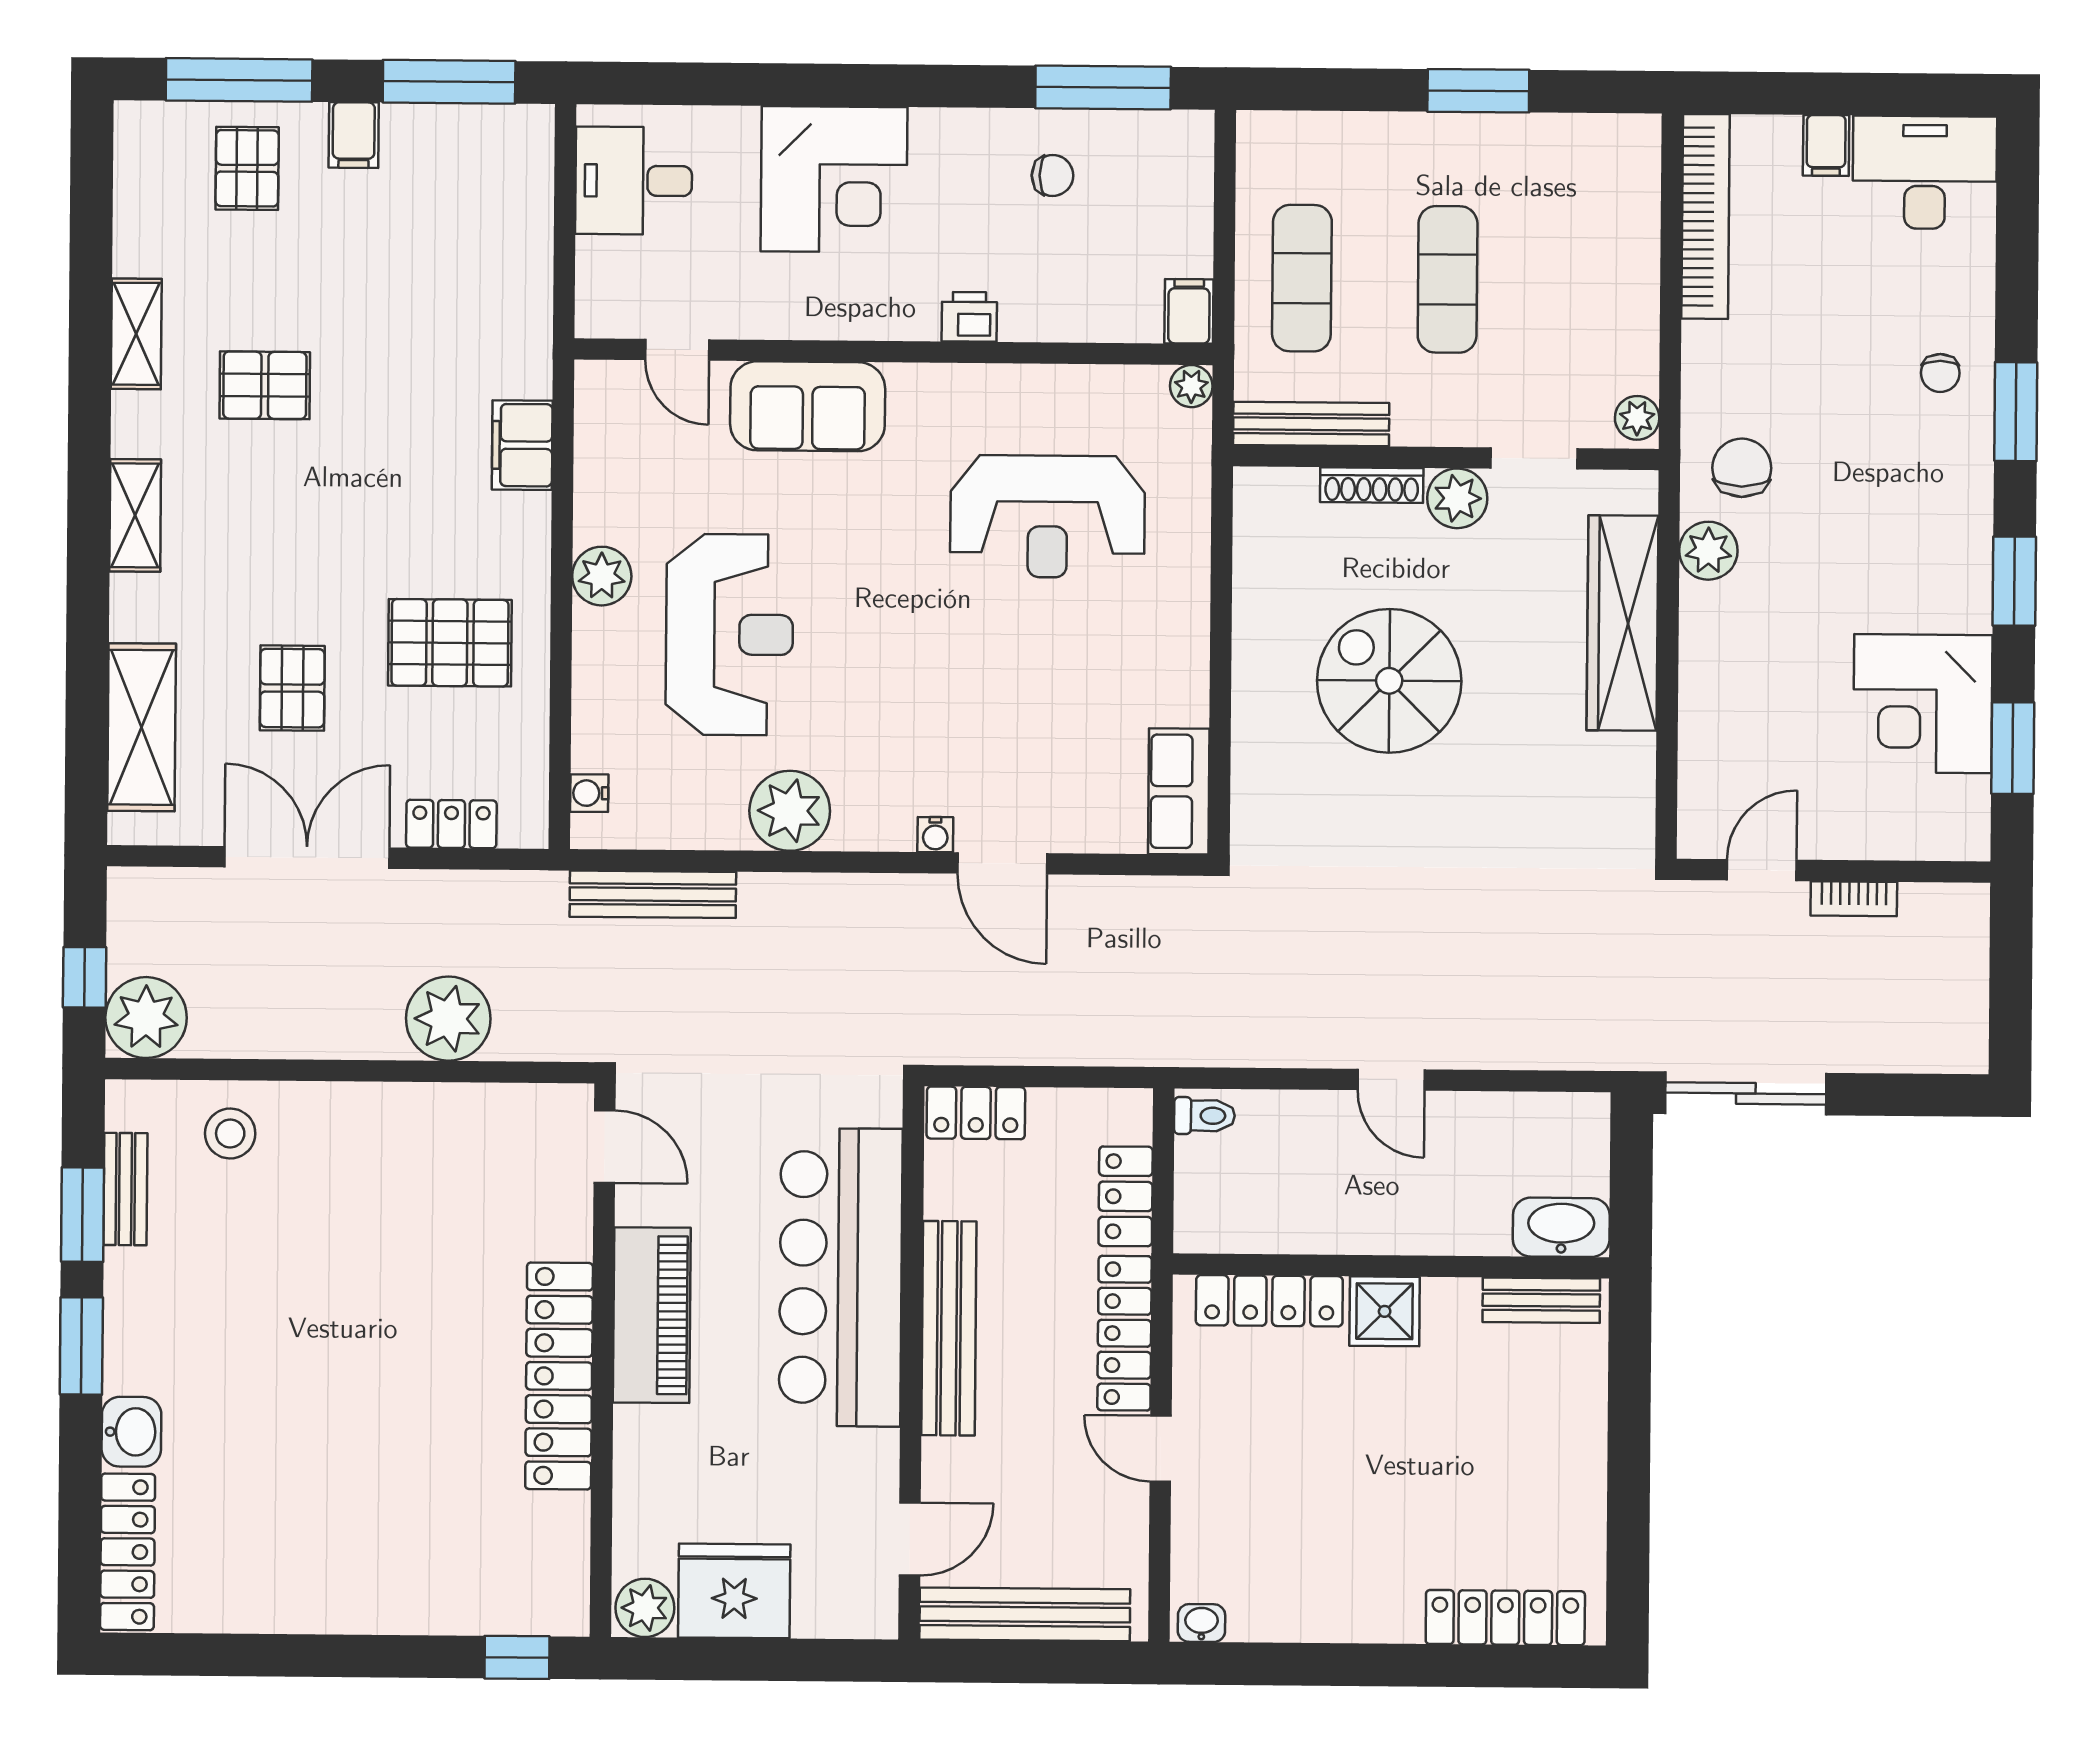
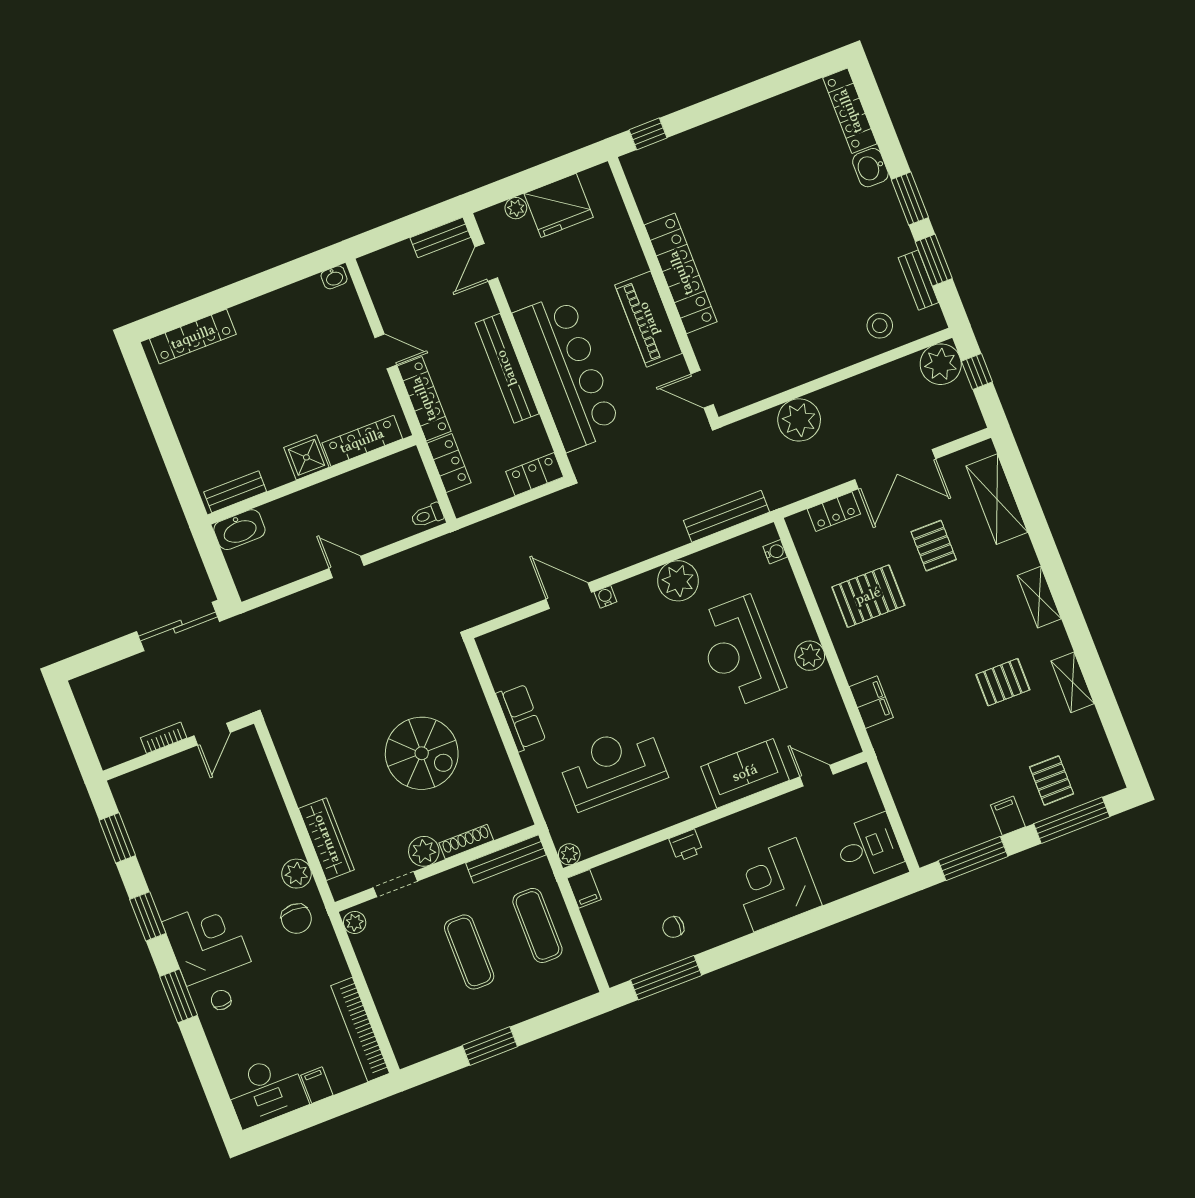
wardrobe: (1622, 623) -> (326, 839), width x0.71, depth x0.85
corner desk: (1923, 704) -> (206, 942), moved
row of seats: (1179, 791) -> (521, 717), moved
plant: (645, 1608) -> (516, 208), moved, width x0.73, depth x0.73
bench: (1025, 1614) -> (440, 237), width x0.54, depth x0.82

